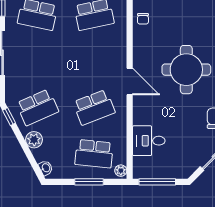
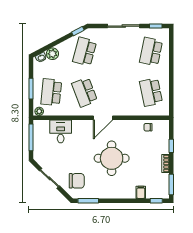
school desk: (37, 107) -> (85, 52), turned 39
plant: (34, 140) -> (52, 54), moved

